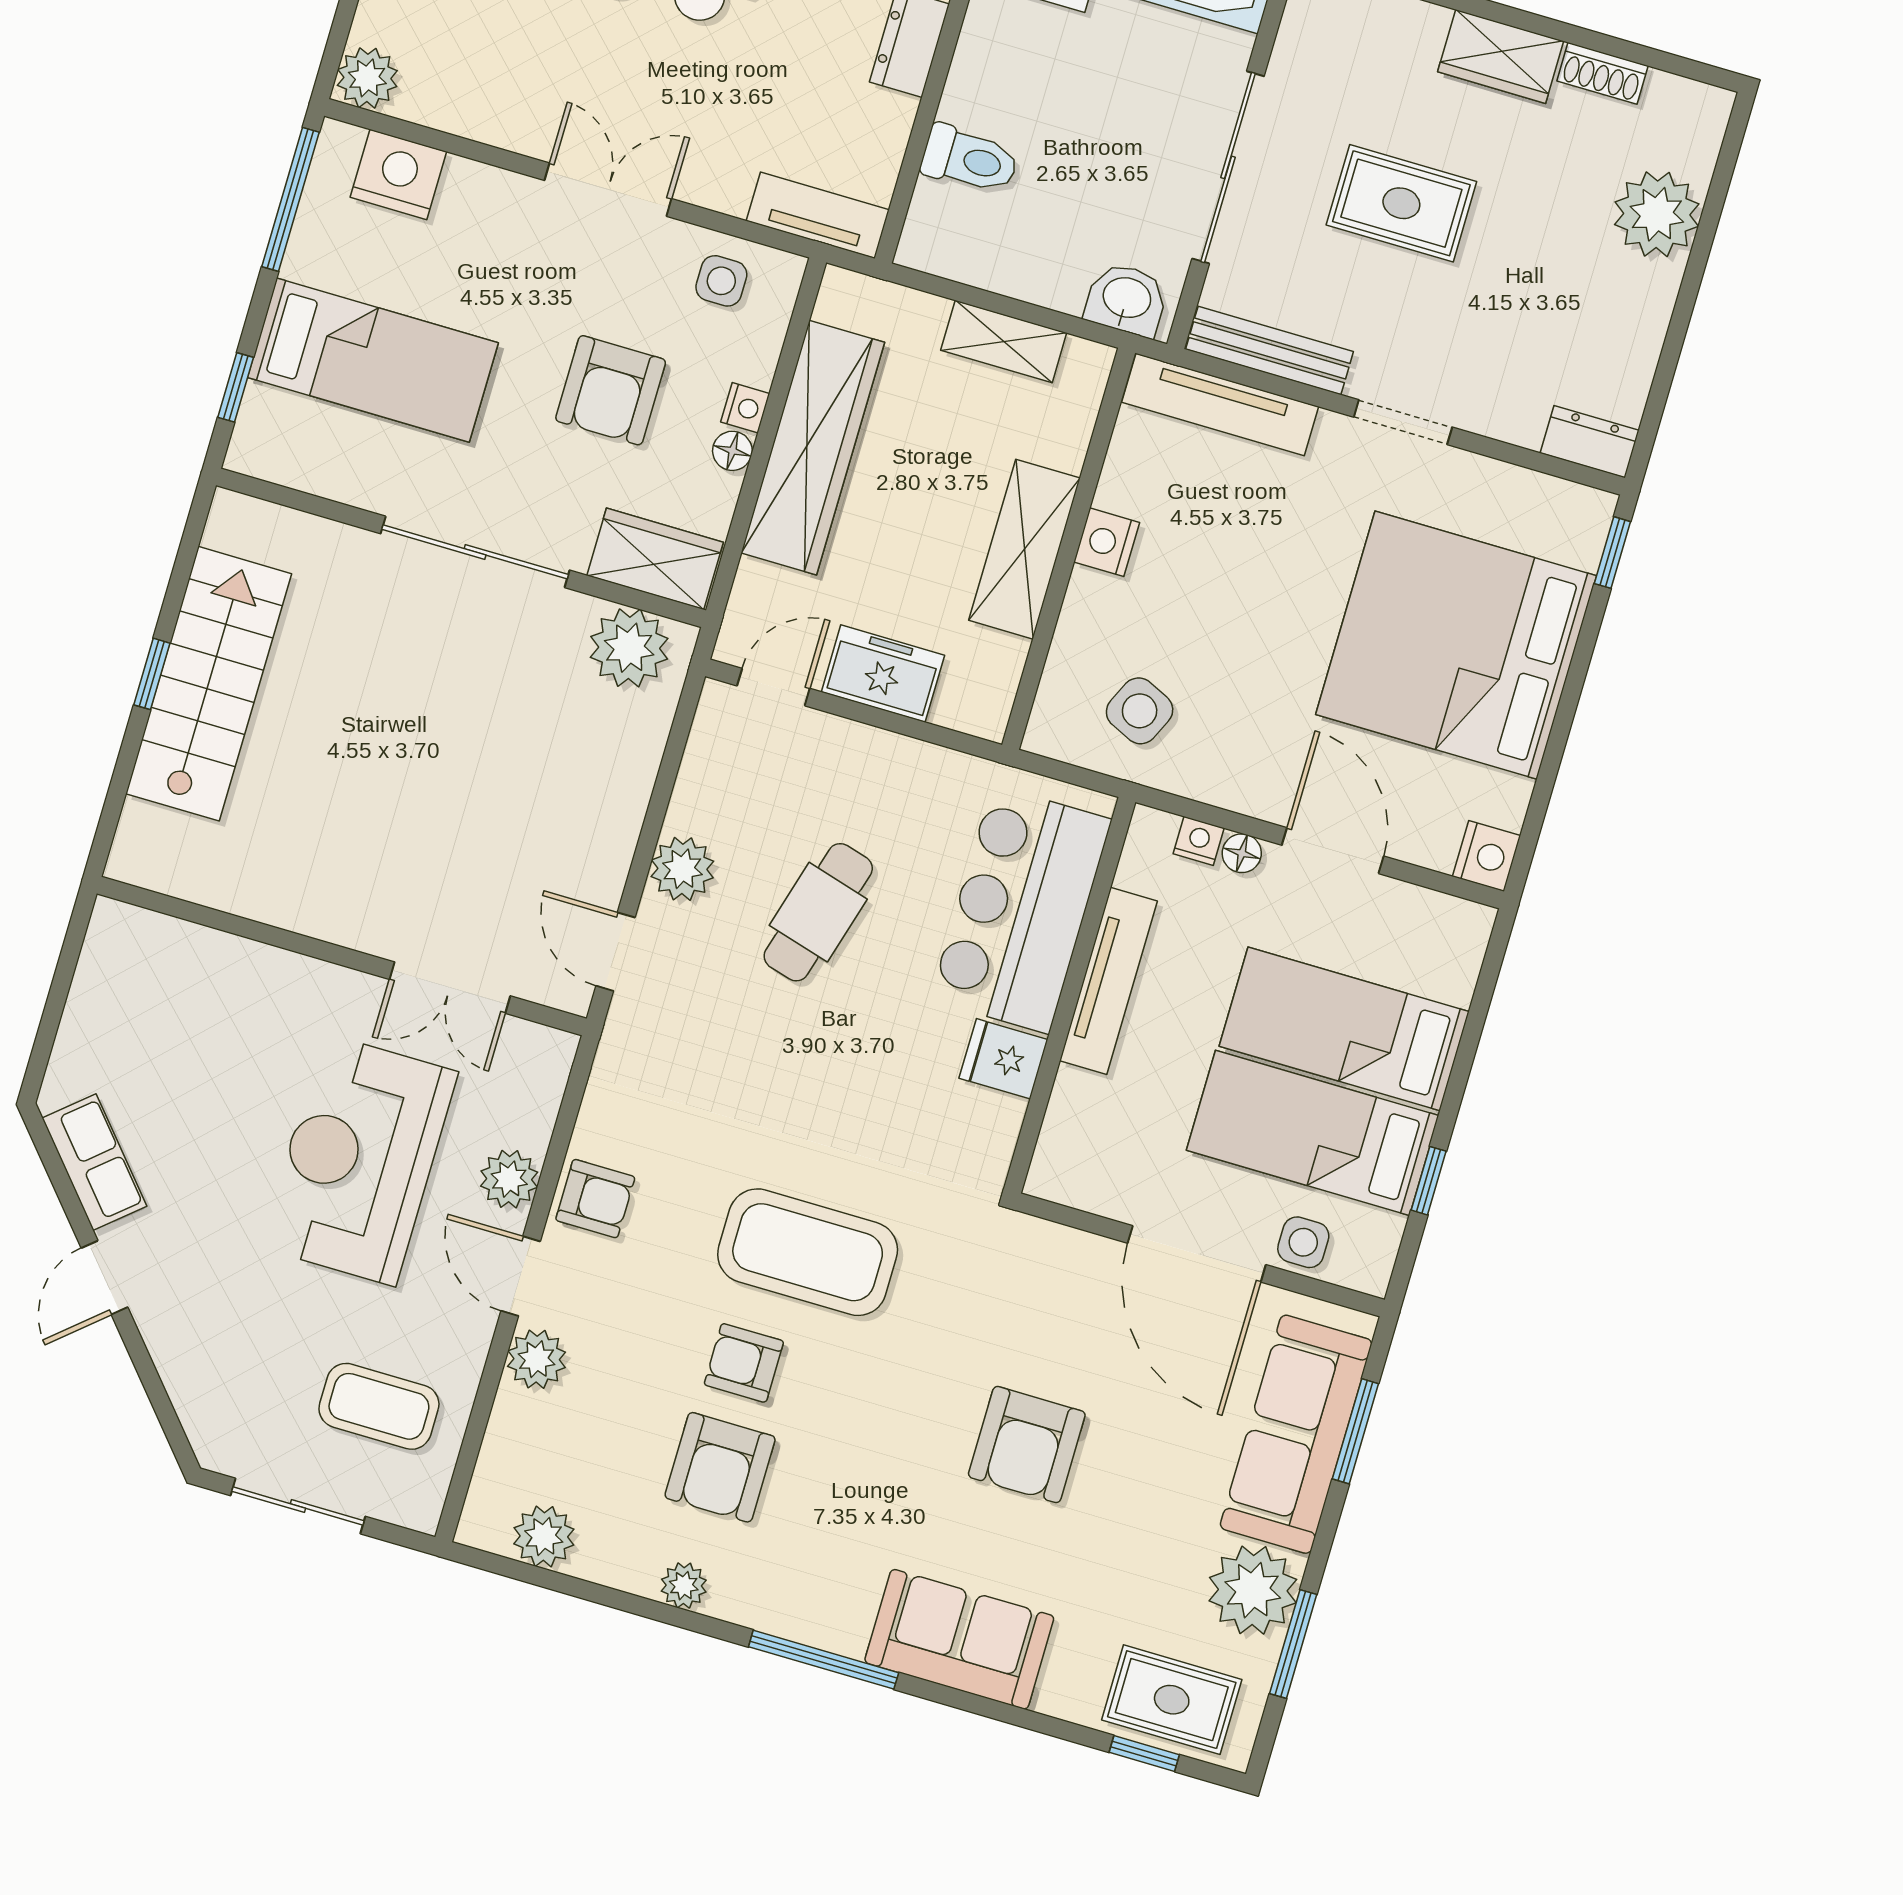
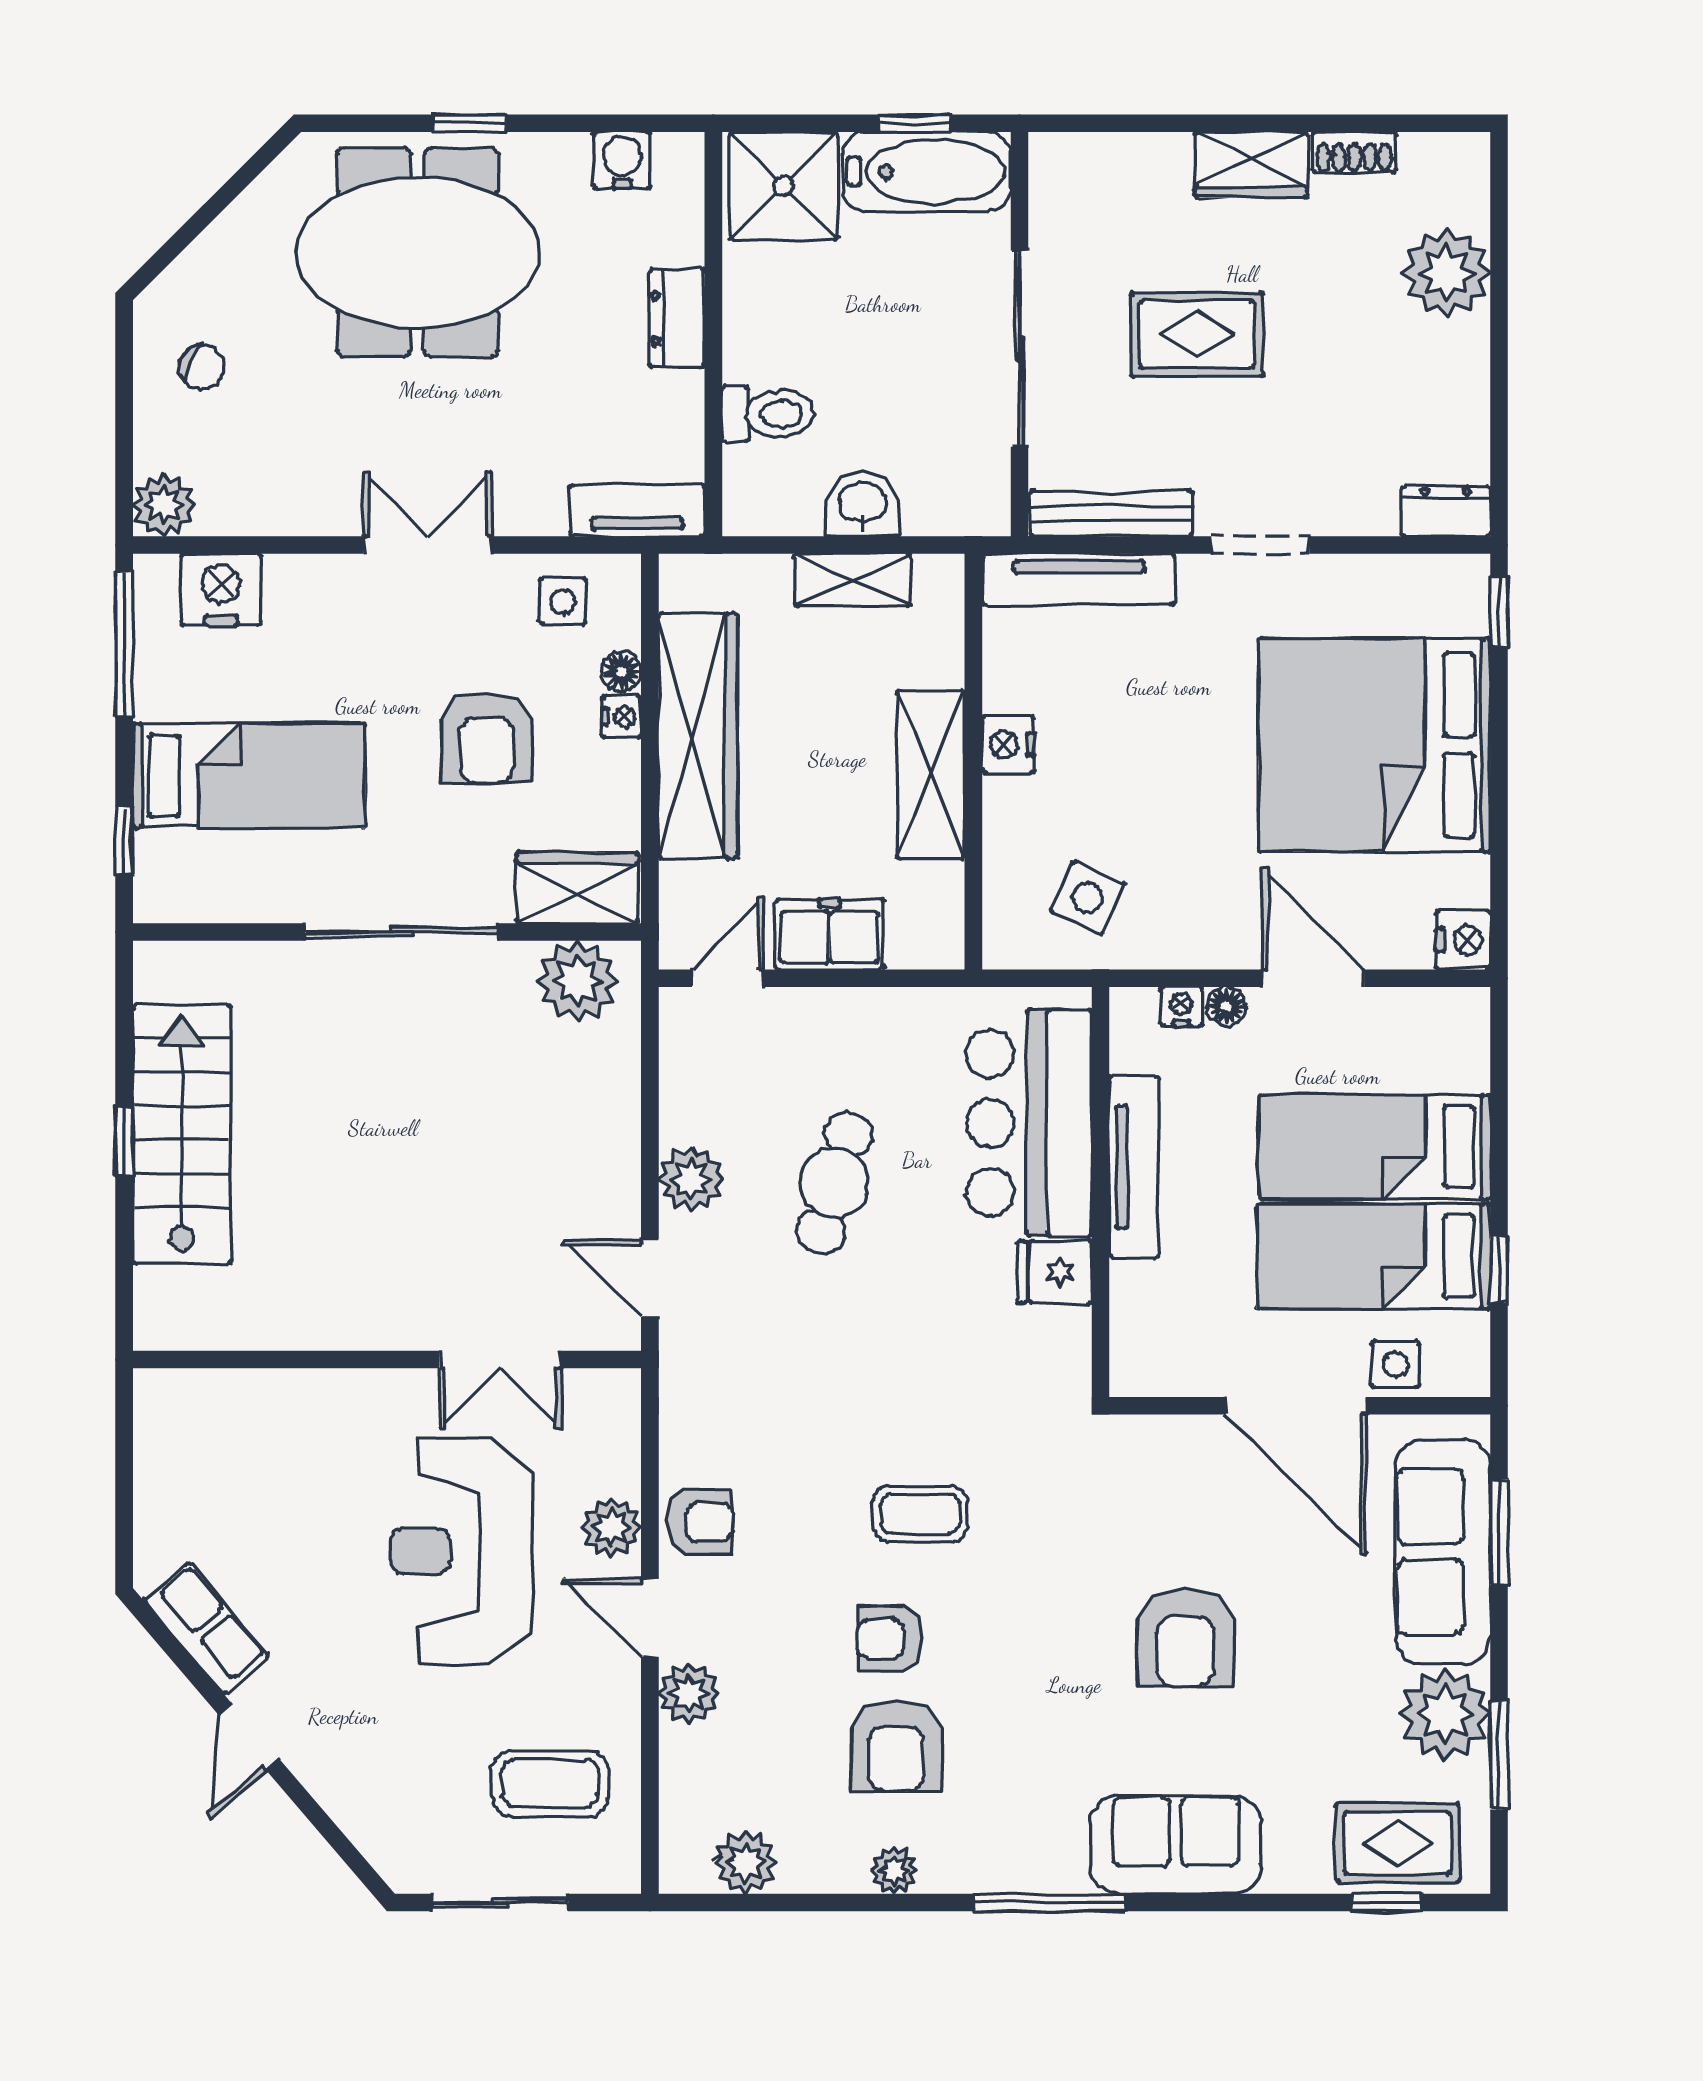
washbasin: (1126, 299) -> (863, 505), moved
floor lamp: (732, 451) -> (621, 672), moved
coffee table: (808, 1252) -> (920, 1514), width x0.54, depth x0.58

